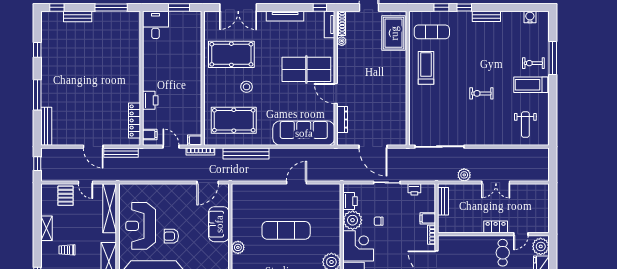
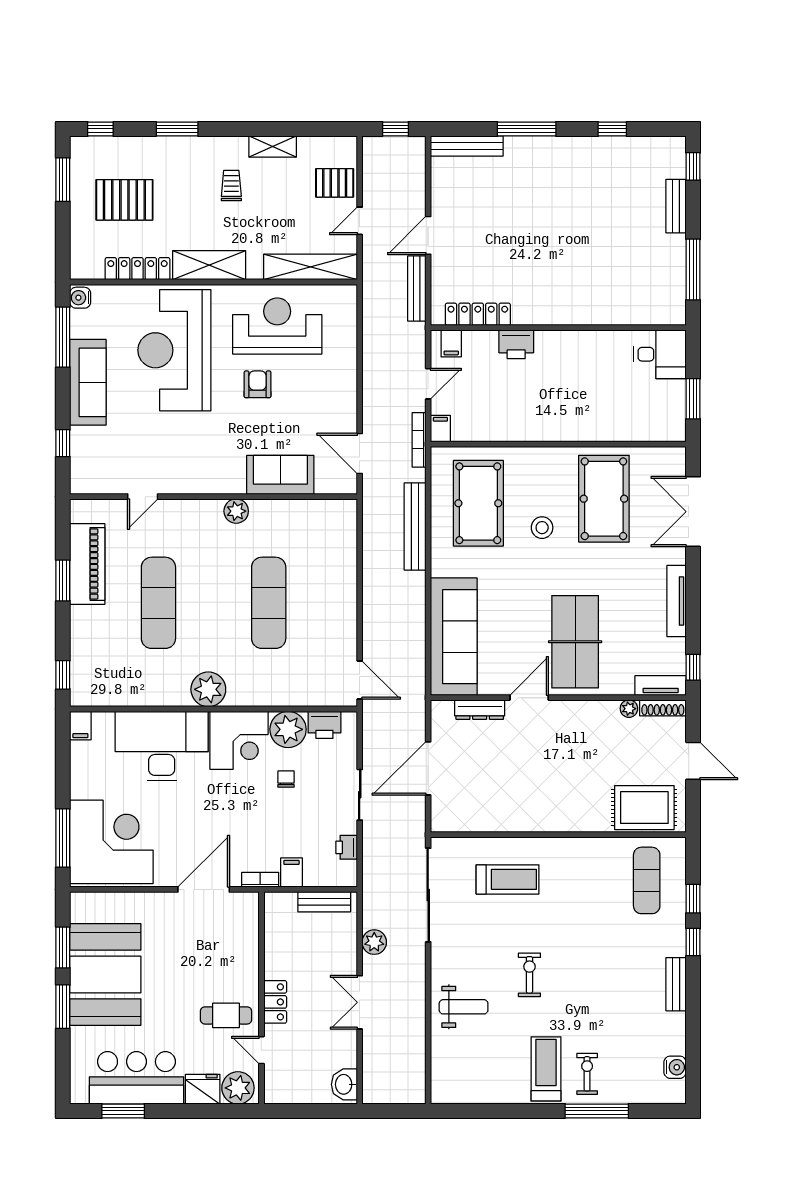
treadmill: (426, 68) -> (508, 879), moved
weight bench: (525, 125) -> (464, 1007), moved, turned 180
door: (296, 183) -> (360, 680), moved
washbasin: (539, 191) -> (344, 1084), added

